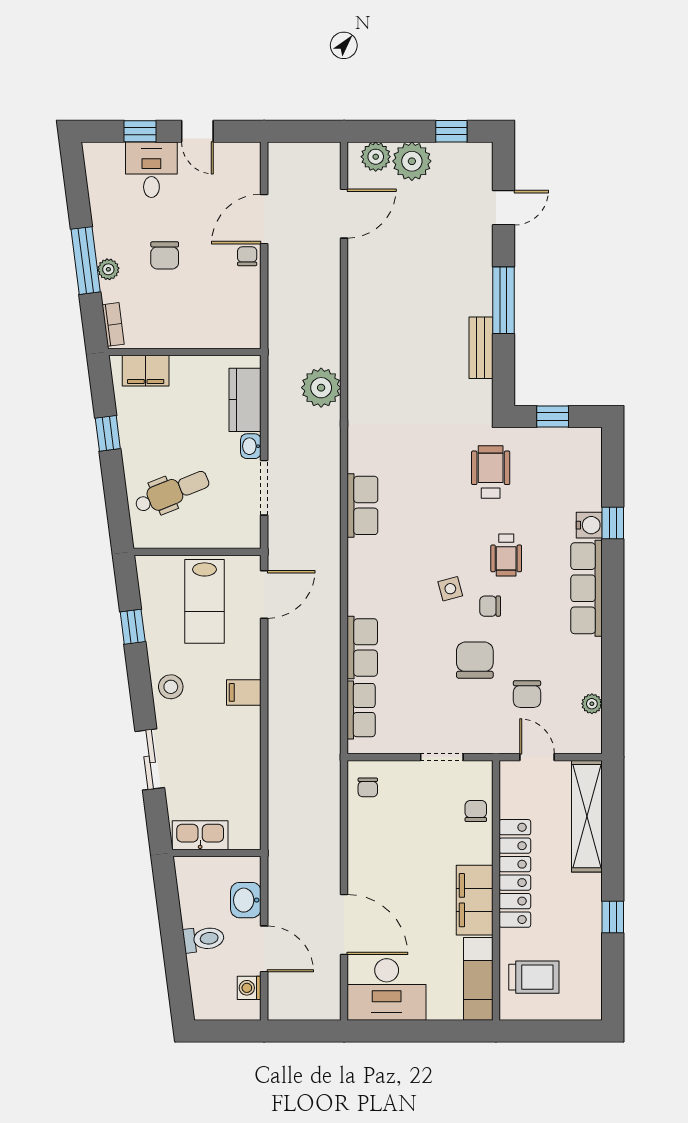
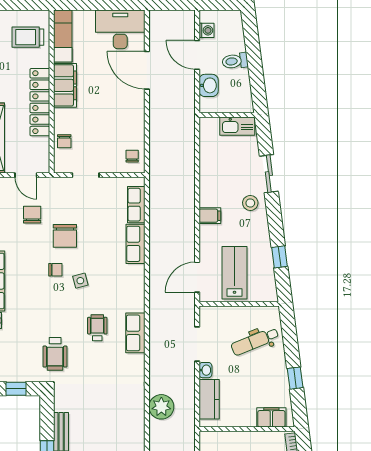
wheelchair: (506, 555) -> (97, 328), moved
stool: (171, 687) -> (250, 203), moved

